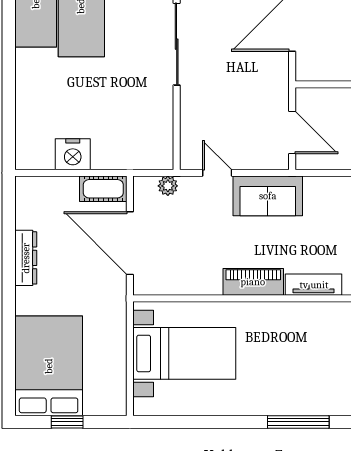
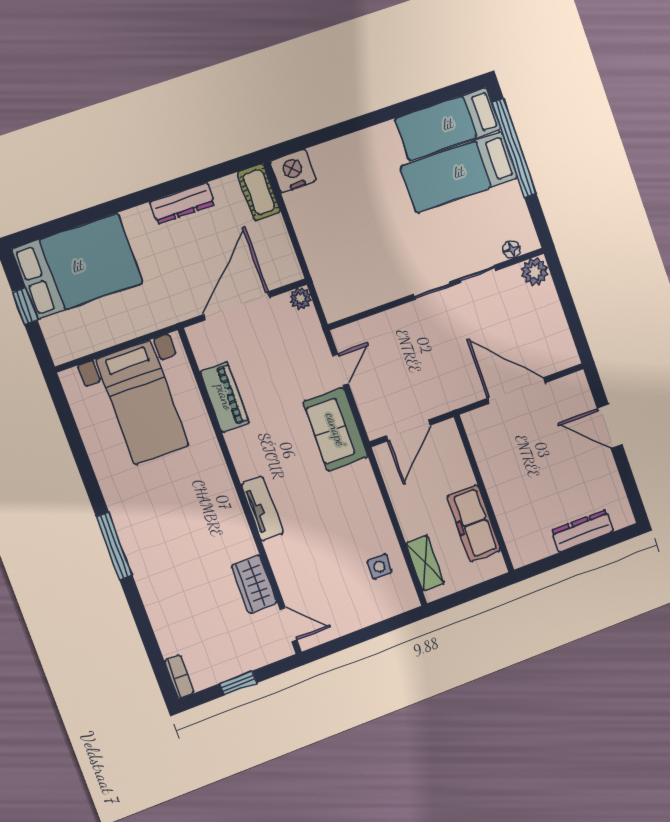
nightstand: (73, 154) -> (293, 171), moved, turned 90
plant: (168, 186) -> (300, 299), moved
cot: (103, 189) -> (259, 192), moved
piano: (253, 282) -> (225, 397), moved

